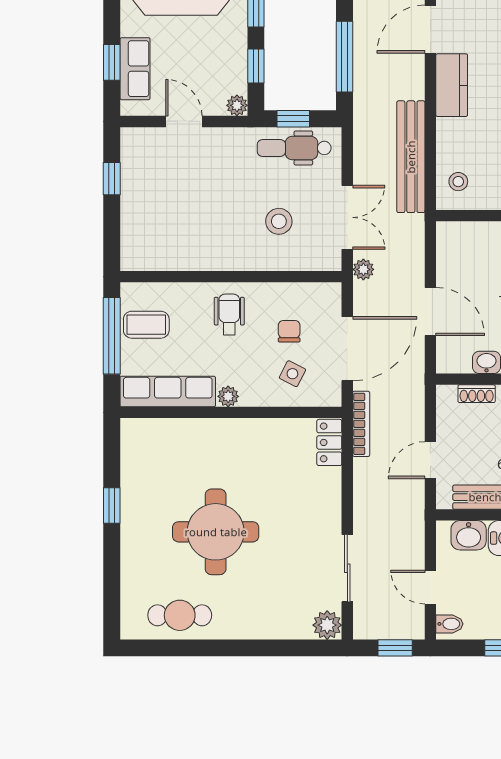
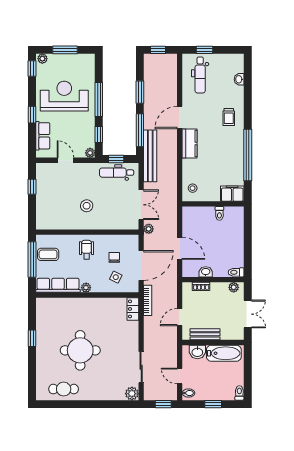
window: (112, 62) -> (32, 115), moved
bench: (411, 157) -> (150, 156), moved
stool: (279, 221) -> (87, 206), moved

